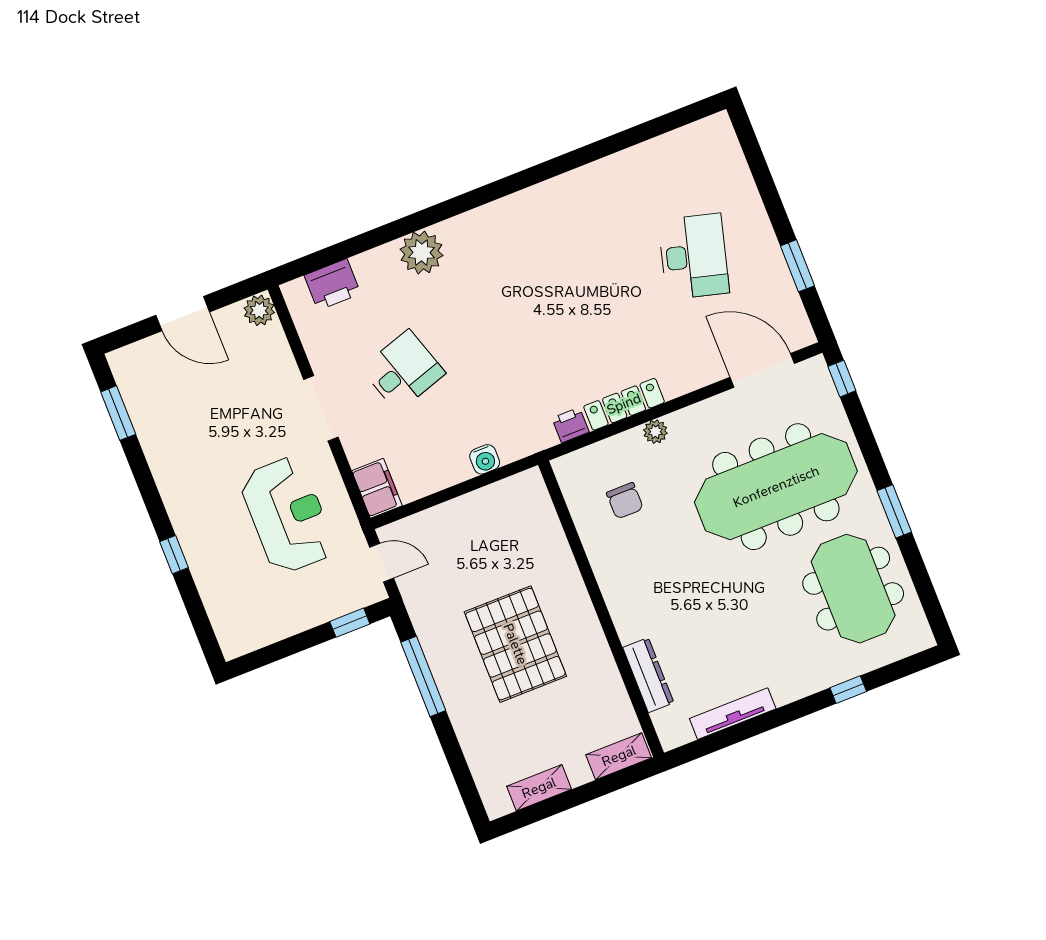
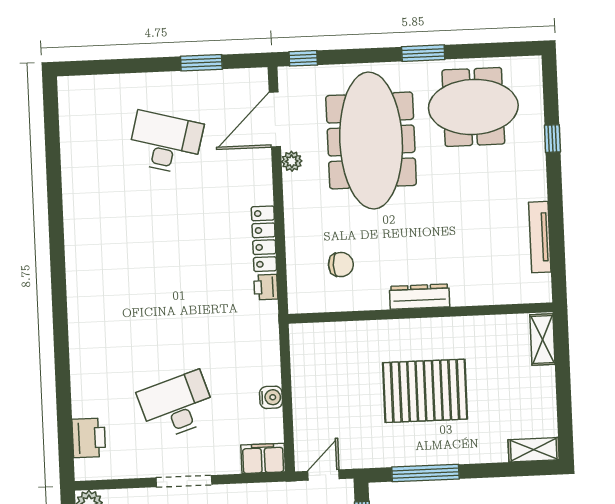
plant: (421, 252) -> (88, 358), removed
desk: (403, 371) -> (177, 405), width x1.37
plant: (655, 432) -> (292, 161), moved
water cooler: (485, 459) -> (271, 397), moved
dresser: (648, 675) -> (420, 297), moved
shelving: (539, 788) -> (534, 450), moved, turned 90

